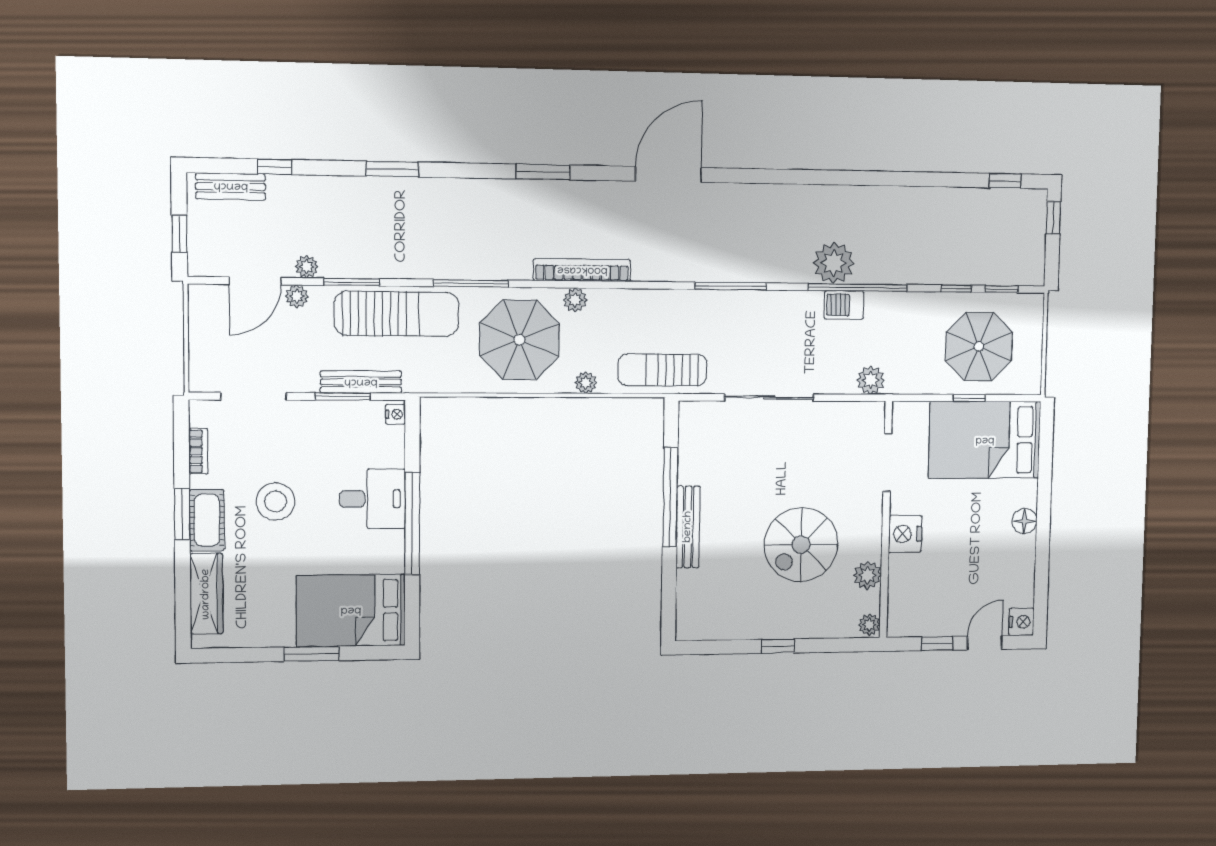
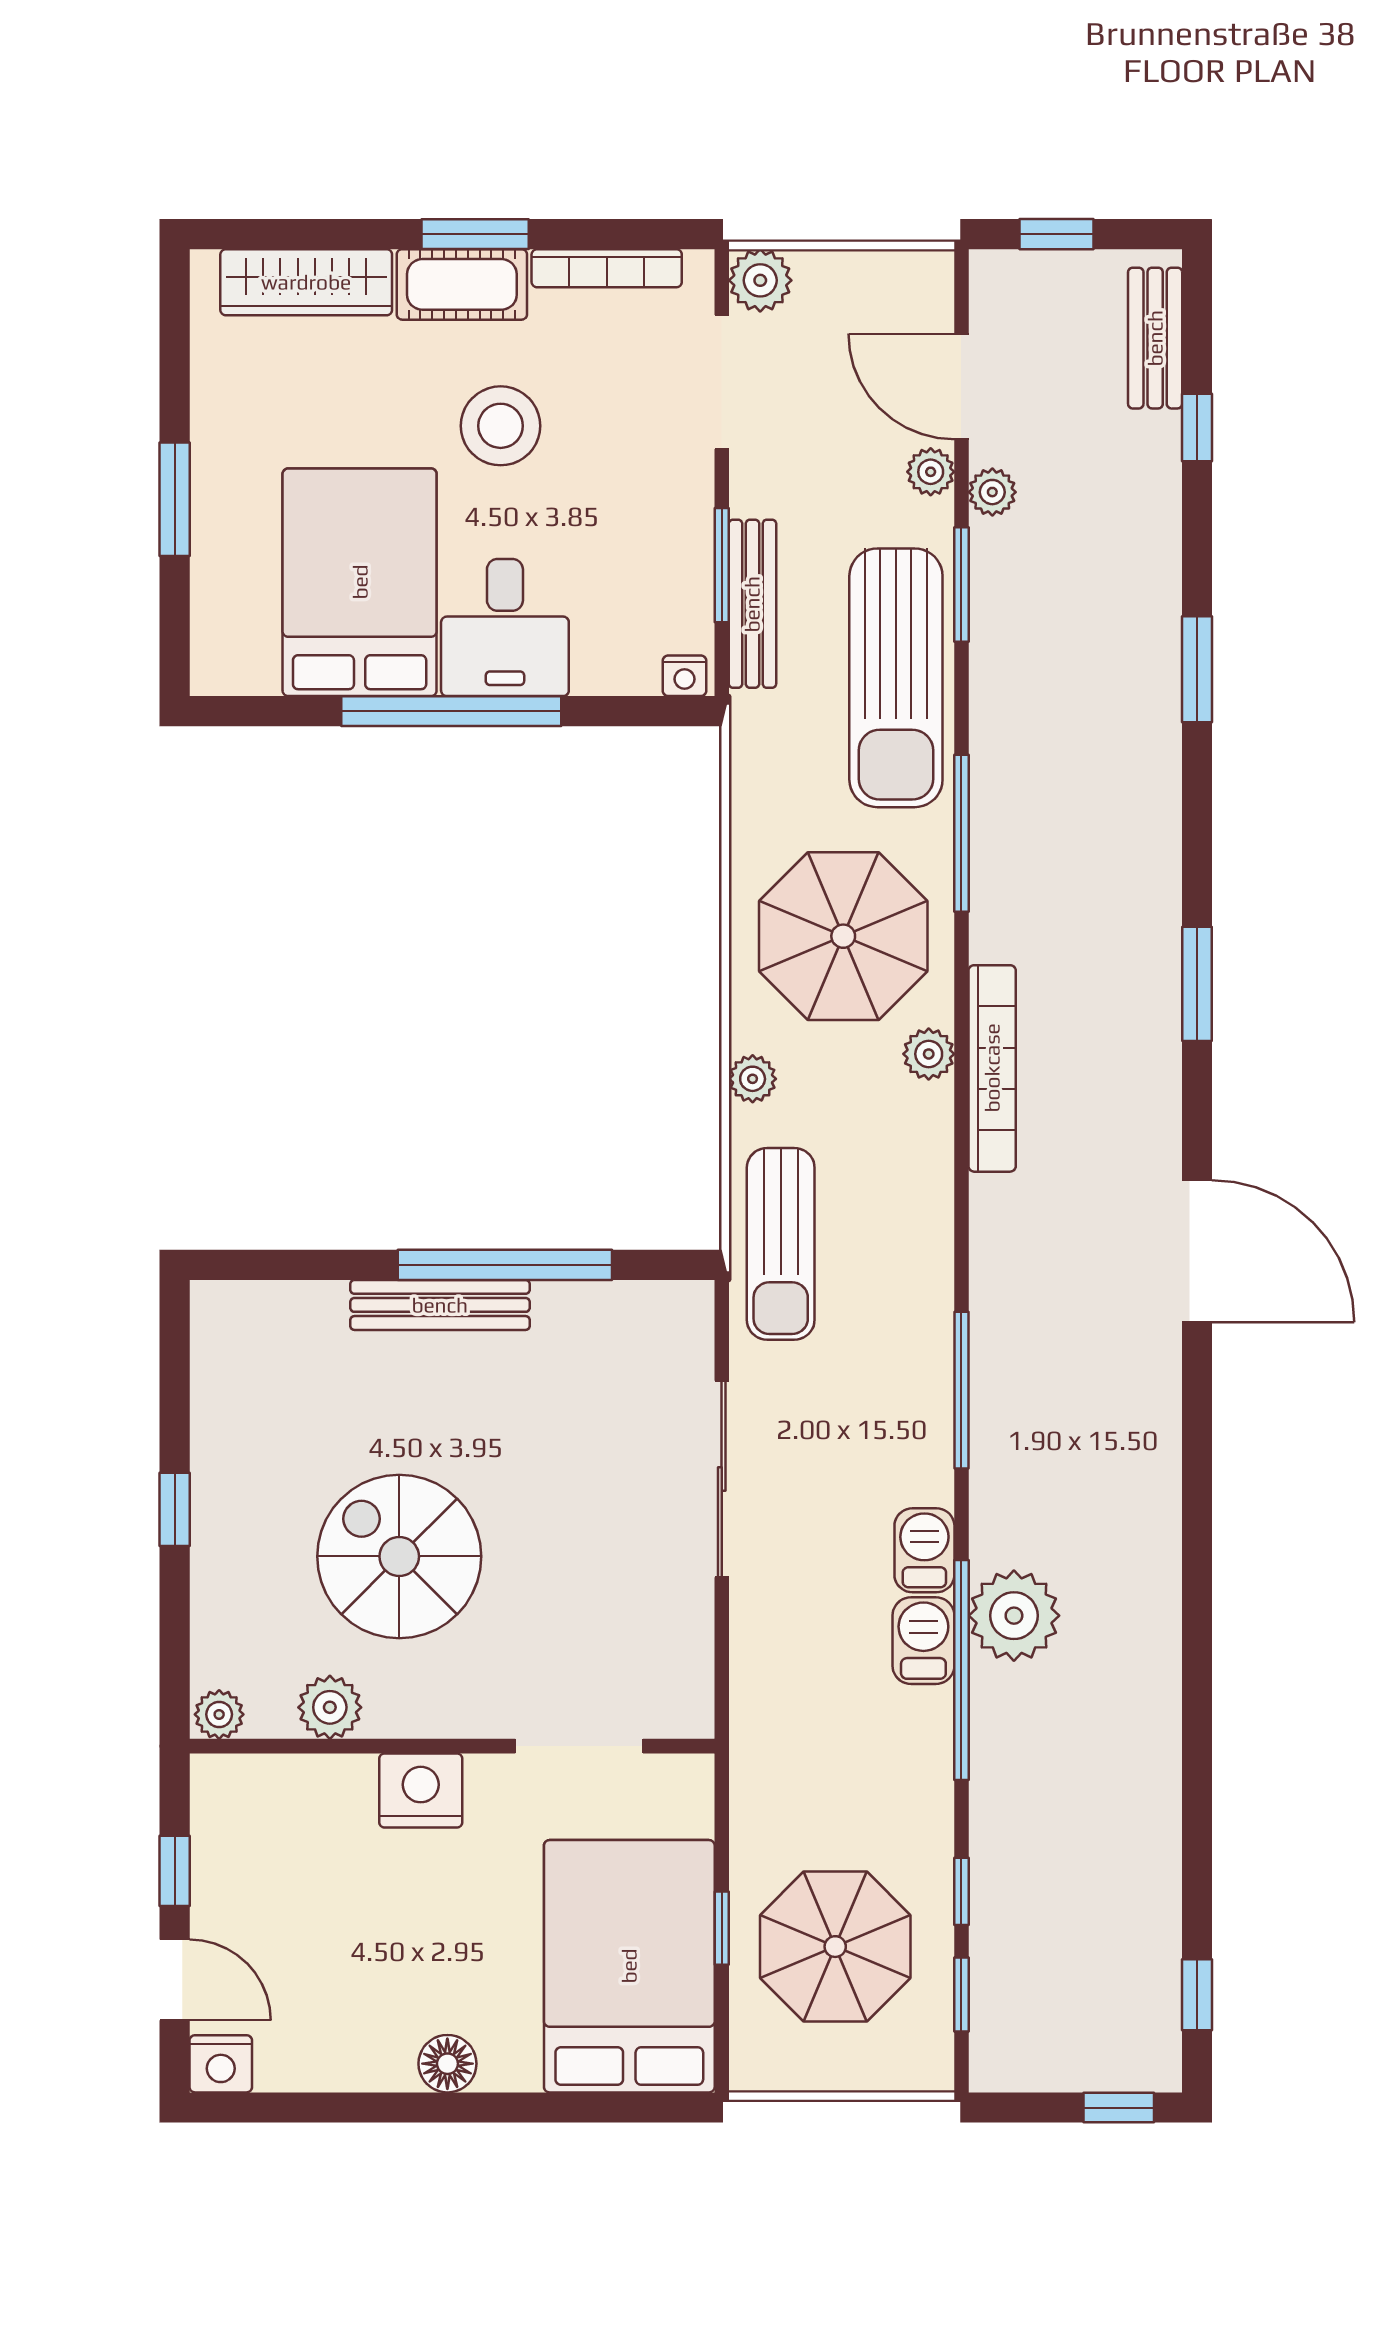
barbecue: (803, 304) -> (924, 1550), added
sun lounger: (662, 370) -> (781, 1244), turned 180
plant: (871, 380) -> (760, 280), moved
bookcase: (198, 451) -> (607, 268), width x1.56
bed: (351, 610) -> (360, 582), moved

